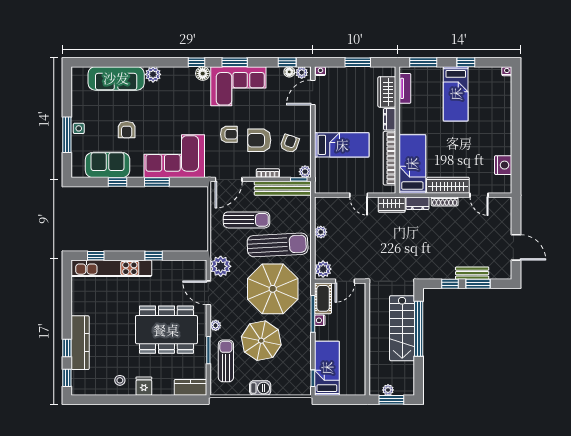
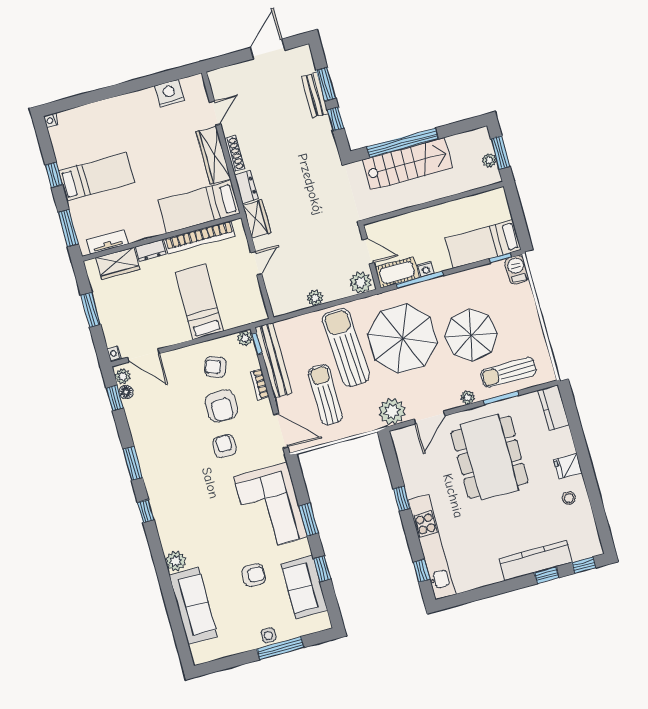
floor lamp: (203, 74) -> (158, 499), removed
corner sofa: (238, 86) -> (161, 451), removed
barbecue: (260, 388) -> (517, 270), moved

